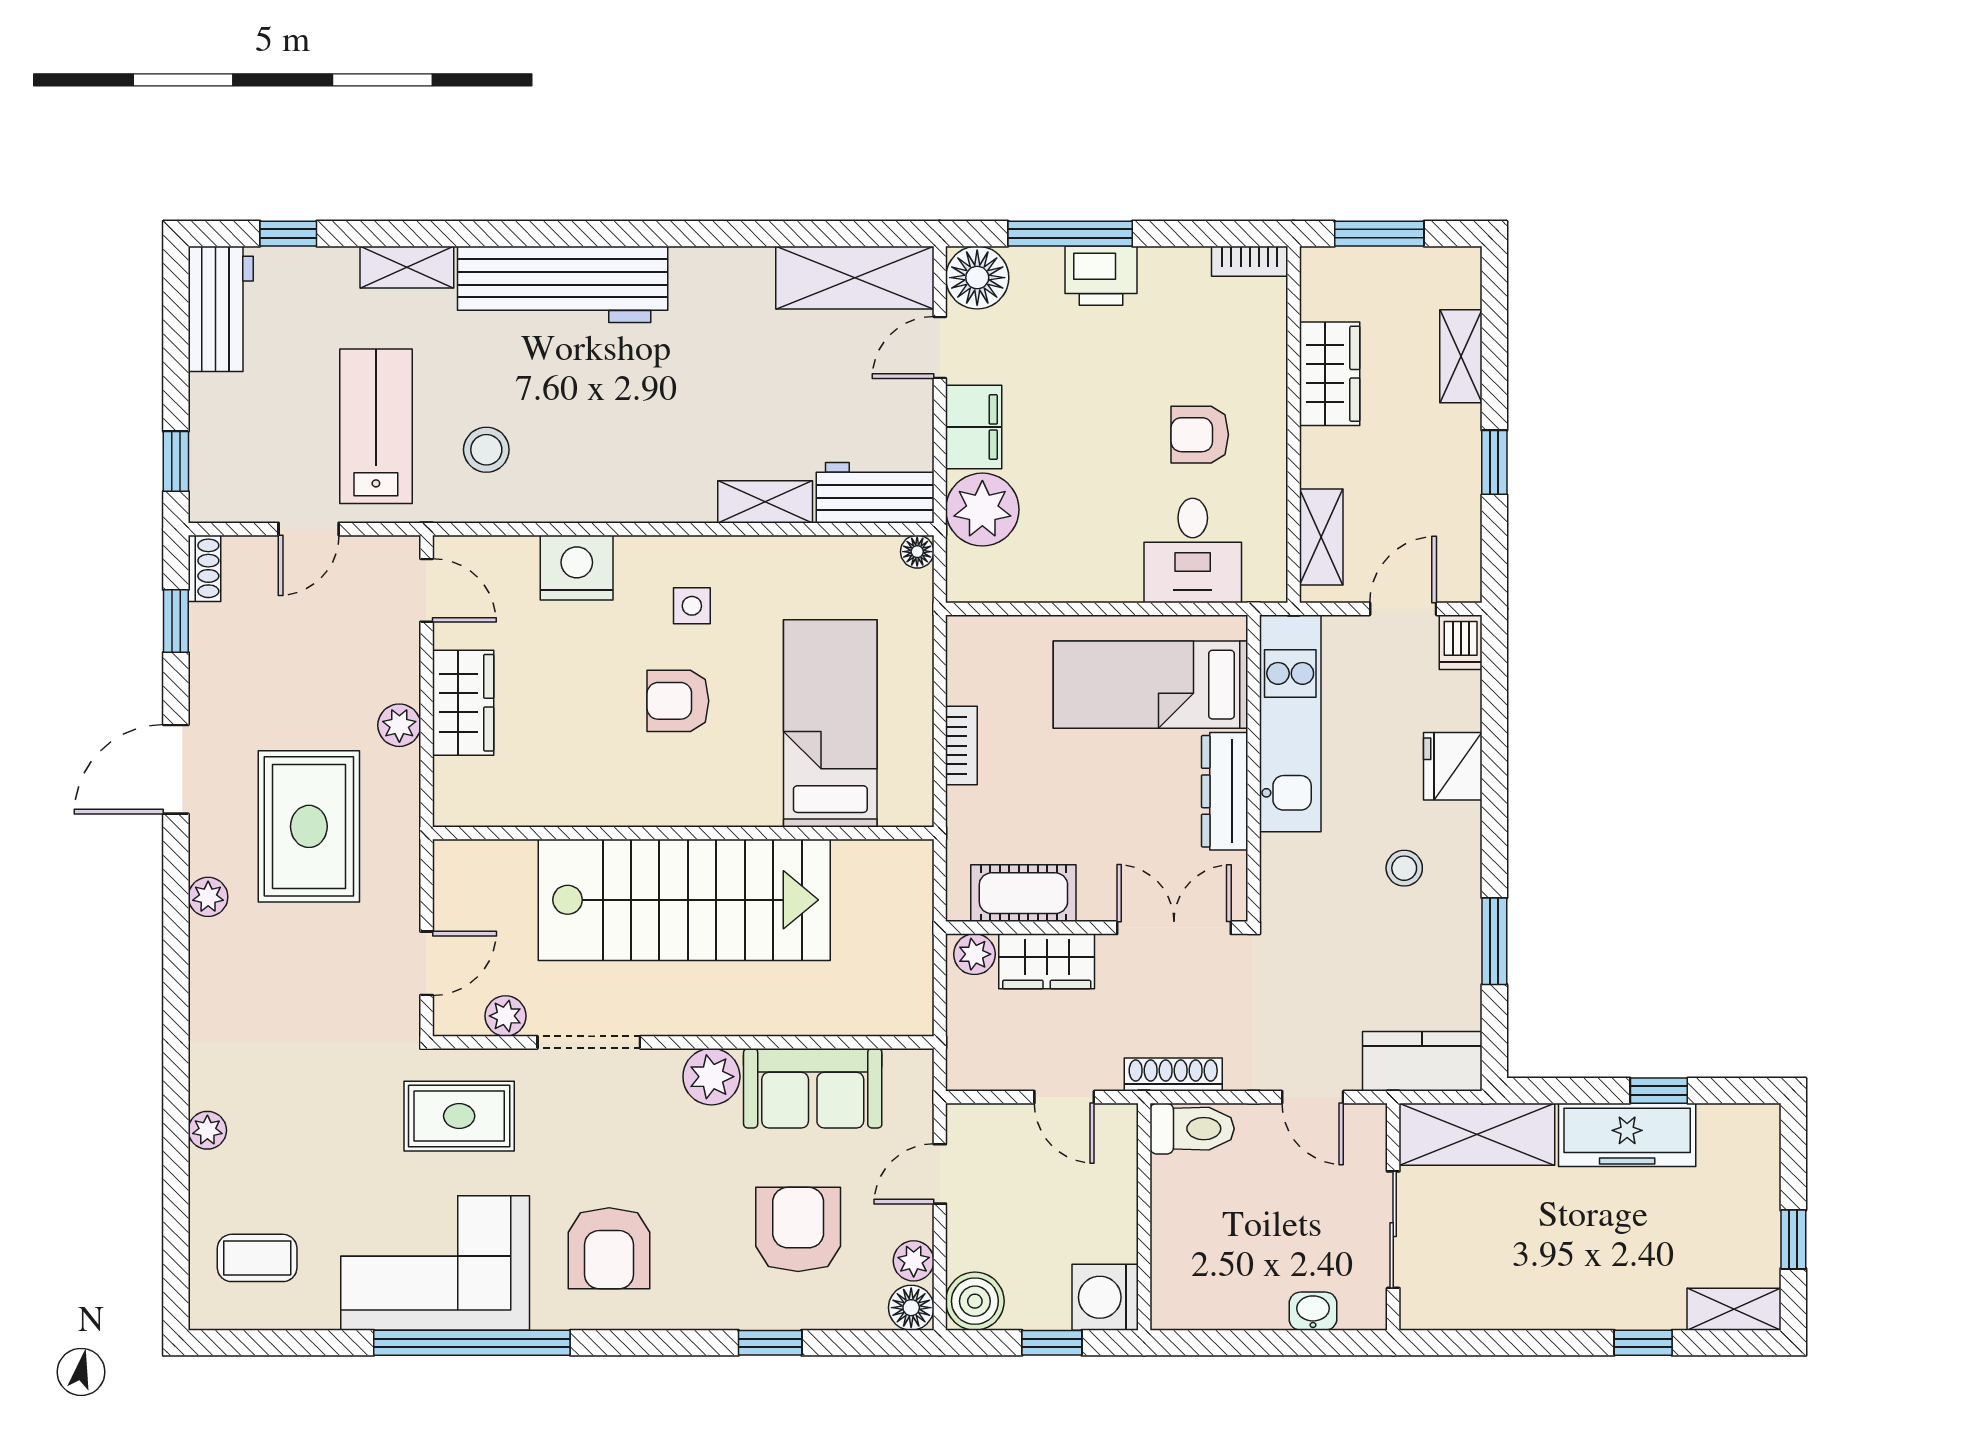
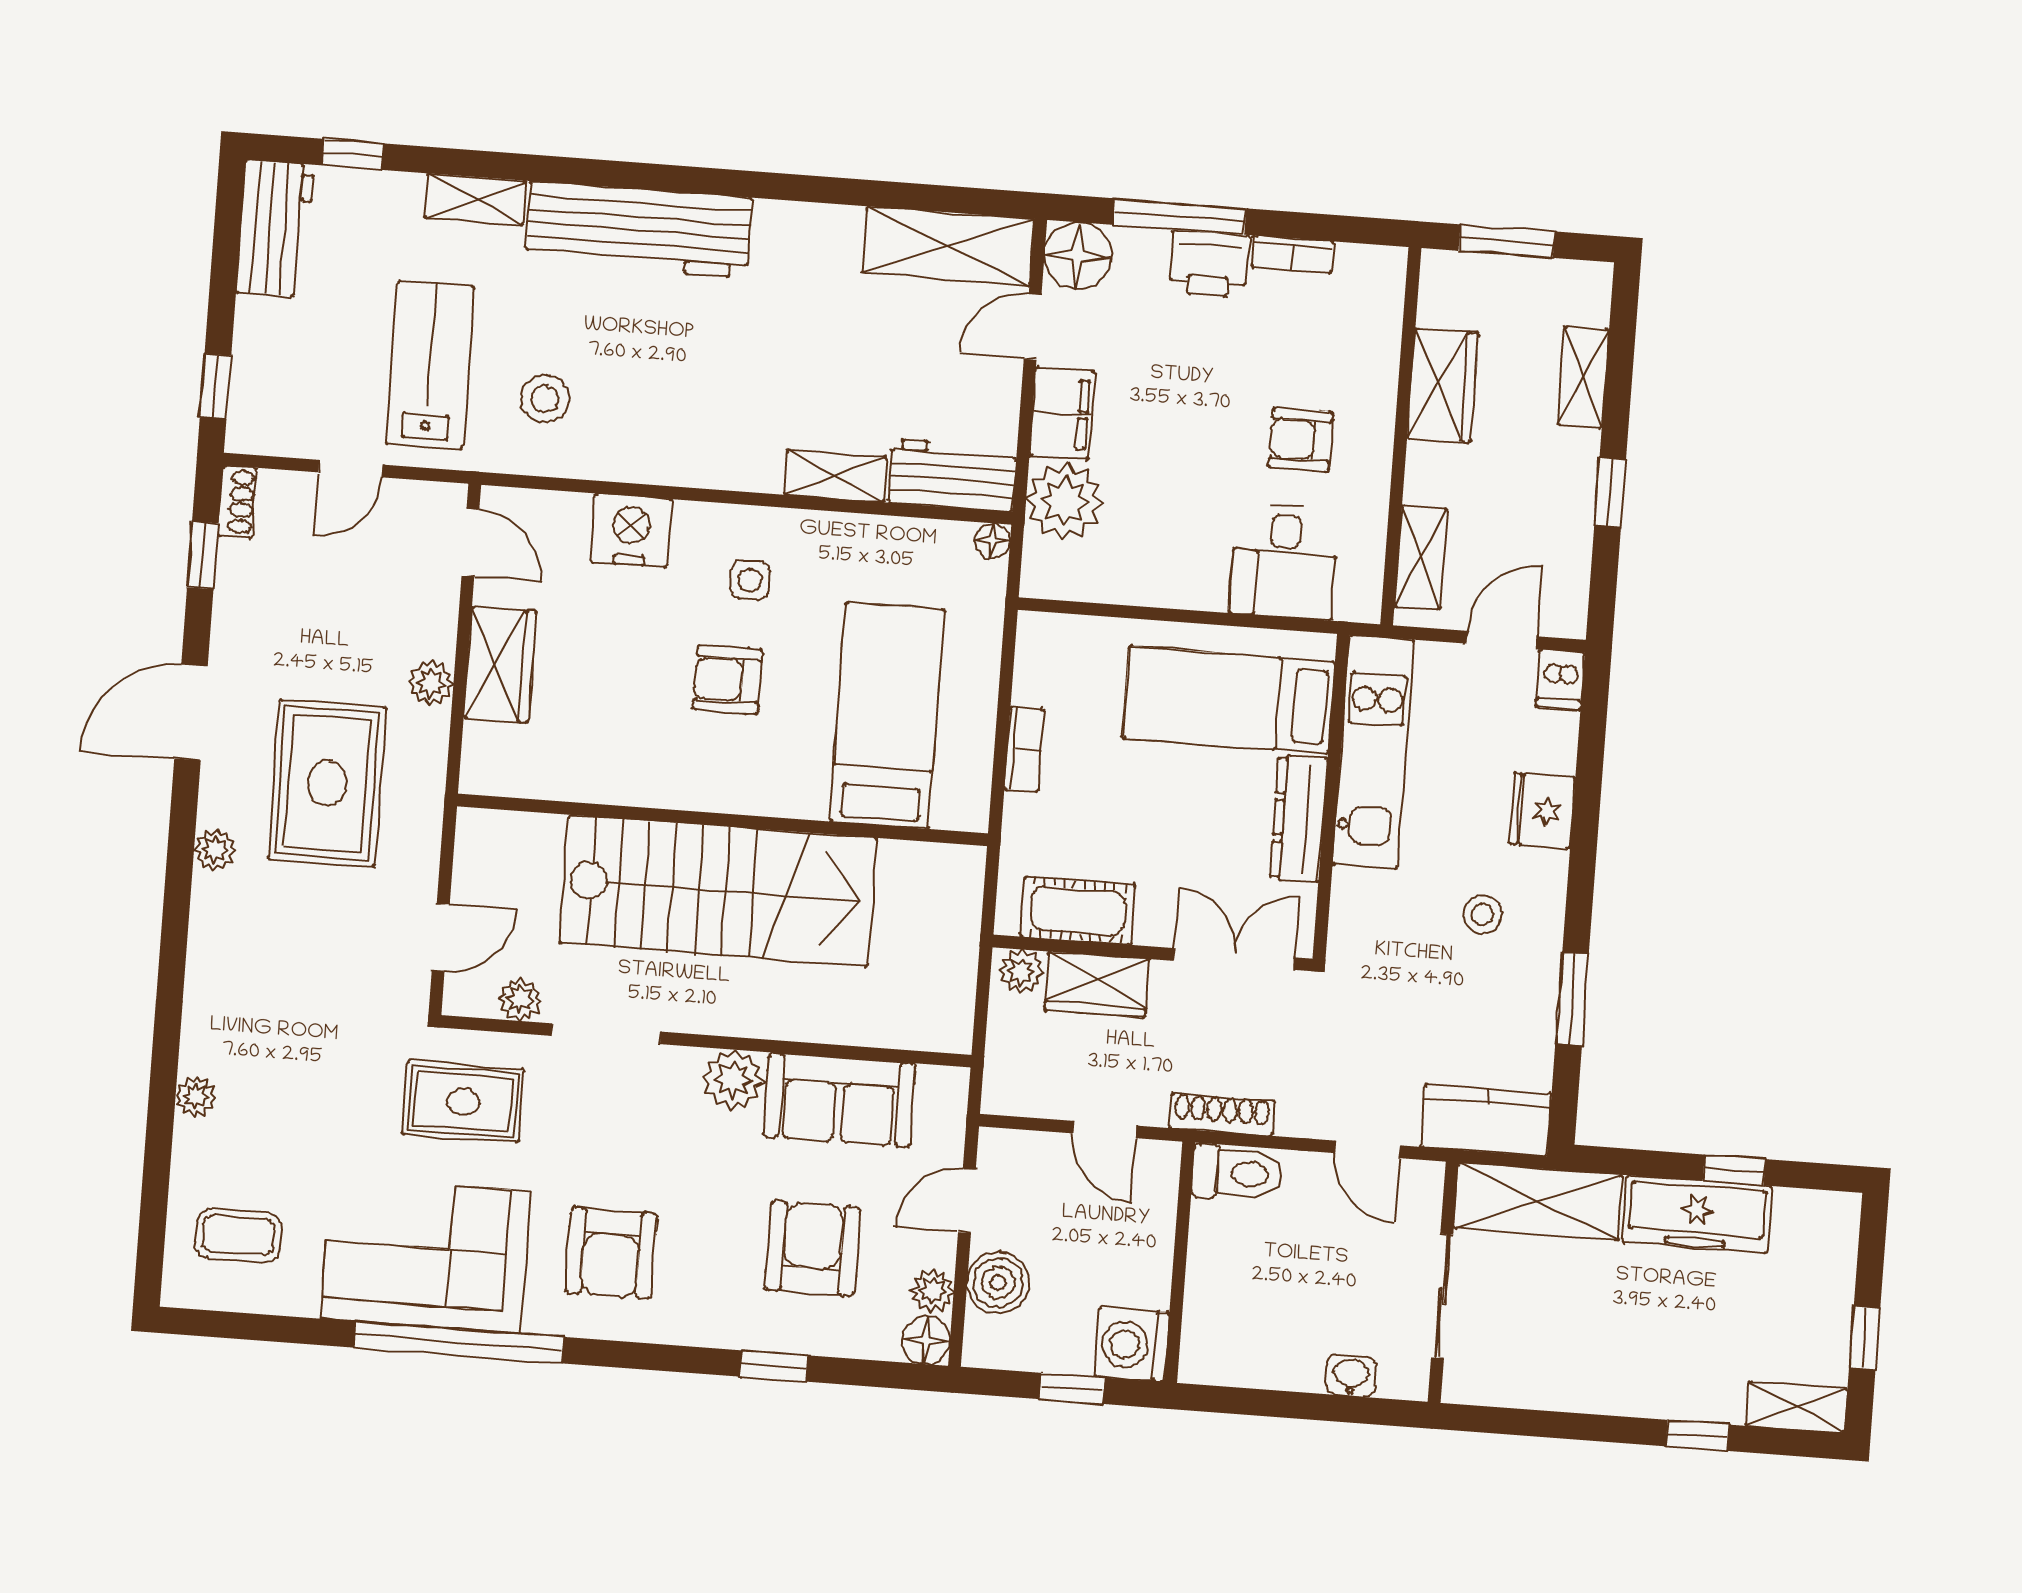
bookcase: (1250, 261) -> (1292, 254), moved
boiler: (975, 1301) -> (998, 1283), moved

